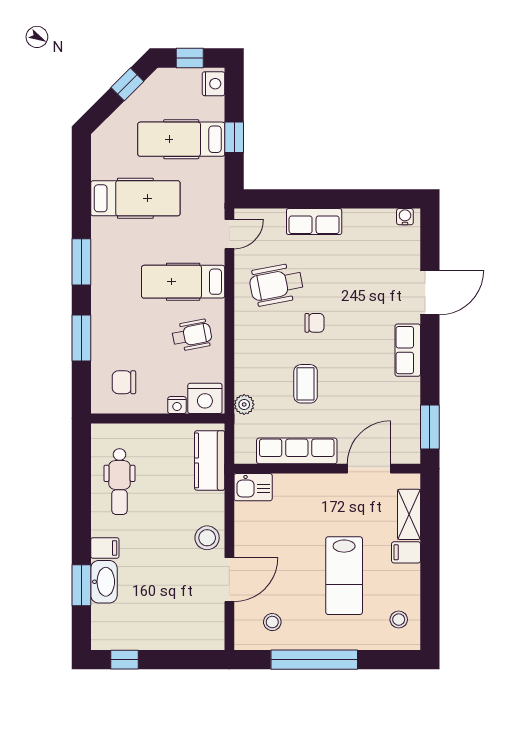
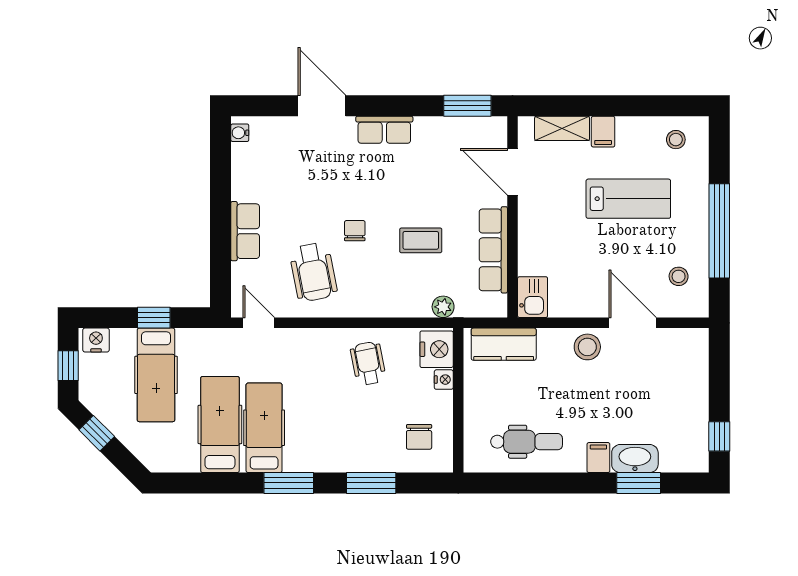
hospital bed: (183, 282) -> (264, 428), moved, turned 180

